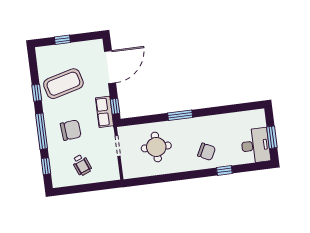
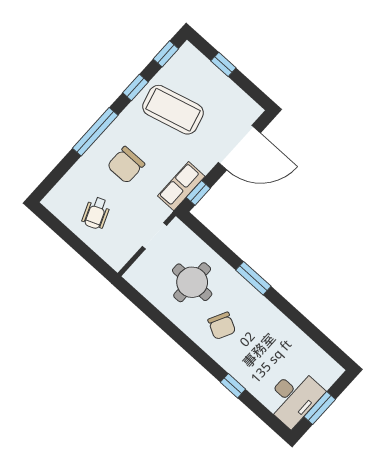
chair: (71, 130) -> (126, 165), turned 95
chair: (207, 152) -> (222, 326), moved
window: (46, 166) -> (166, 54), moved

